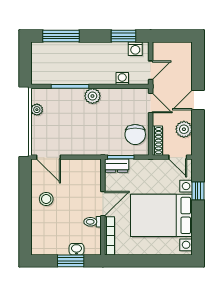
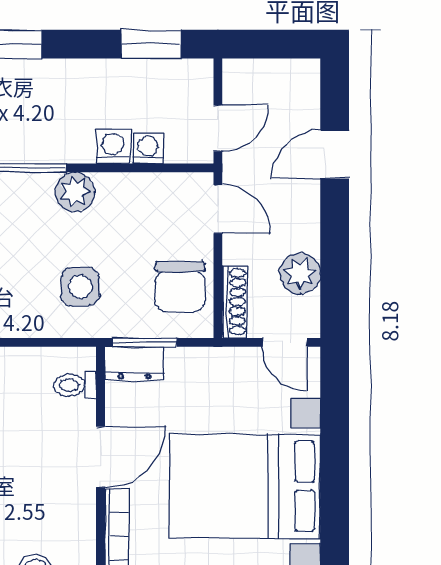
washing machine: (135, 49) -> (113, 147), moved, turned 180
door: (198, 100) -> (335, 154), moved
side table: (95, 134) -> (80, 287), added
window: (198, 191) -> (335, 426), removed
toilet: (93, 222) -> (75, 385), moved

